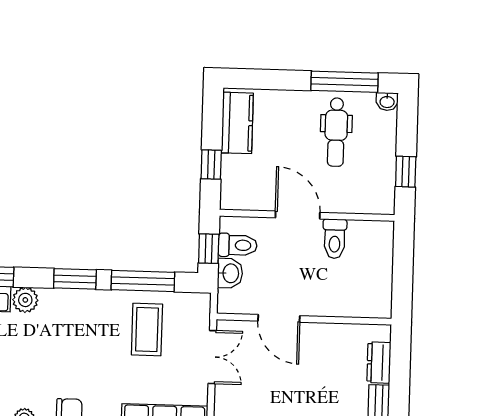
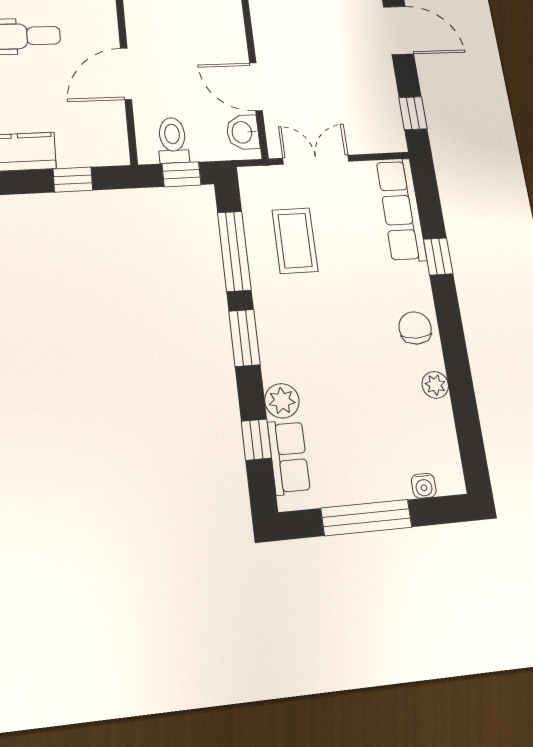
toilet: (335, 239) -> (150, 31), removed
washbasin: (230, 273) -> (243, 132), moved, turned -90
door: (279, 318) -> (256, 87), swing flipped
coffee table: (147, 330) -> (295, 241), turned 90

